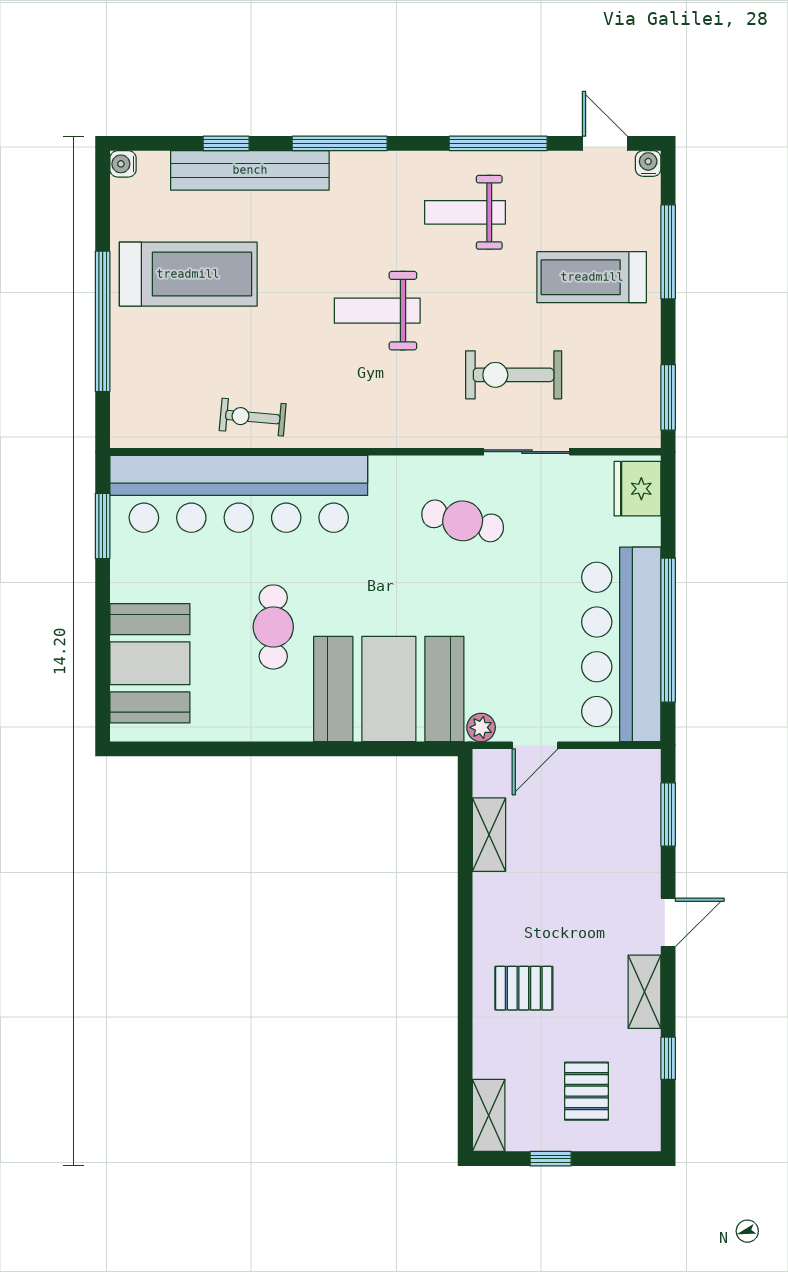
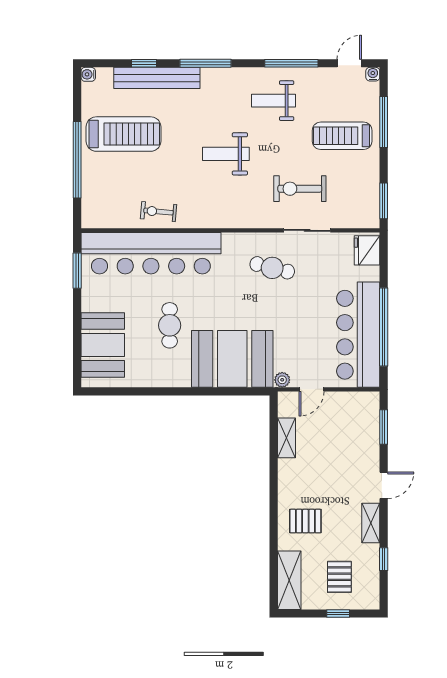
door: (605, 143) -> (349, 63), hinge flipped
shelving: (489, 1115) -> (289, 580), width x1.50, depth x1.33
window: (551, 1159) -> (338, 613), moved

